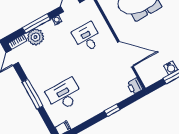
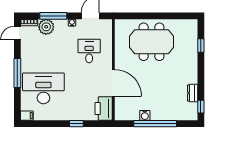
printer: (135, 86) -> (104, 108), width x1.87, depth x1.48
desk: (64, 95) -> (43, 88), width x1.36, depth x1.30

